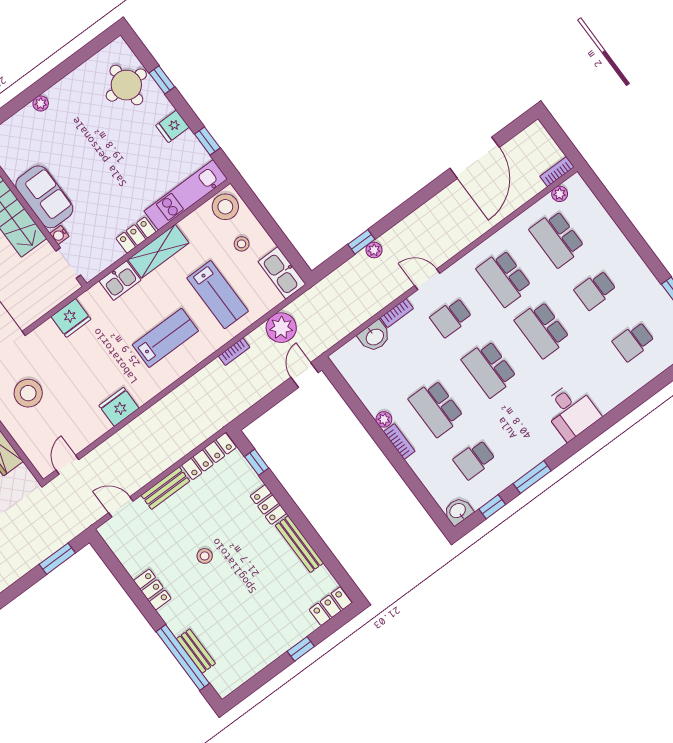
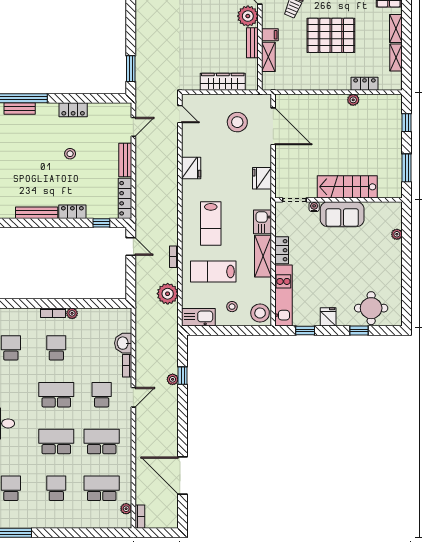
plant: (41, 103) -> (397, 234), moved
door: (305, 375) -> (131, 246), moved
school desk: (436, 408) -> (56, 348), width x0.54

